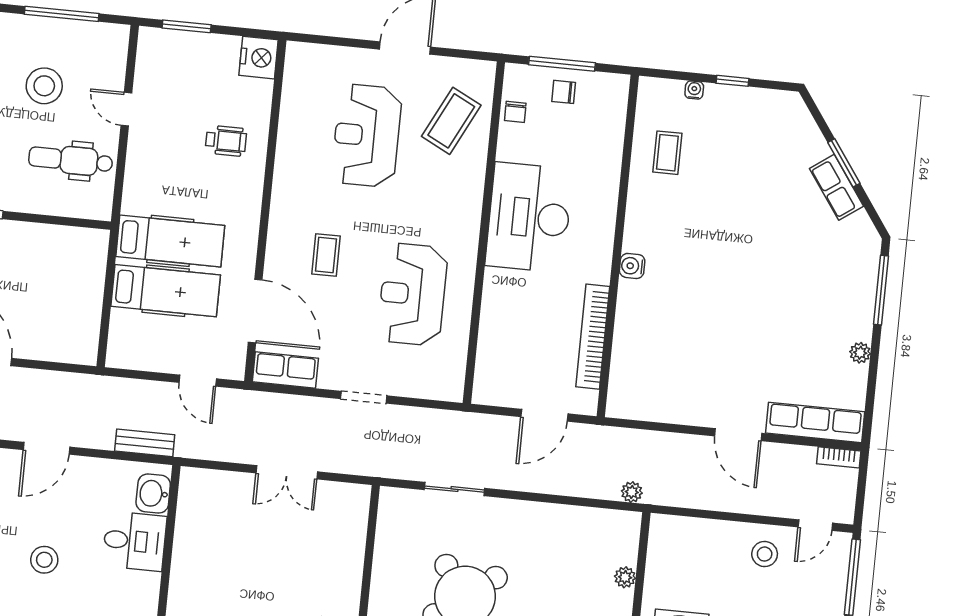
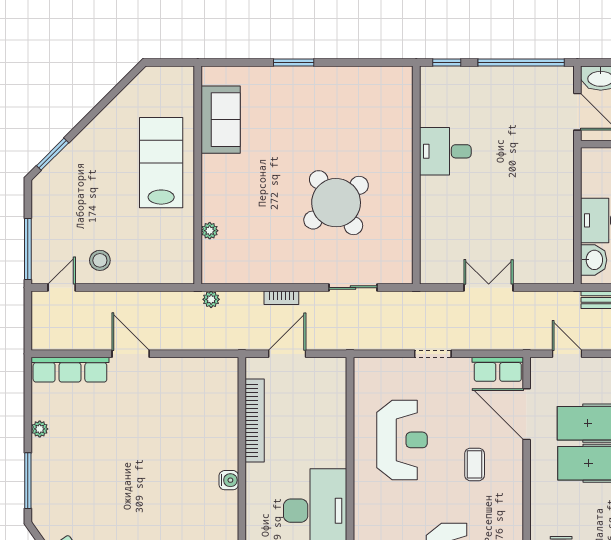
bookcase: (839, 457) -> (281, 298), moved, turned 180

